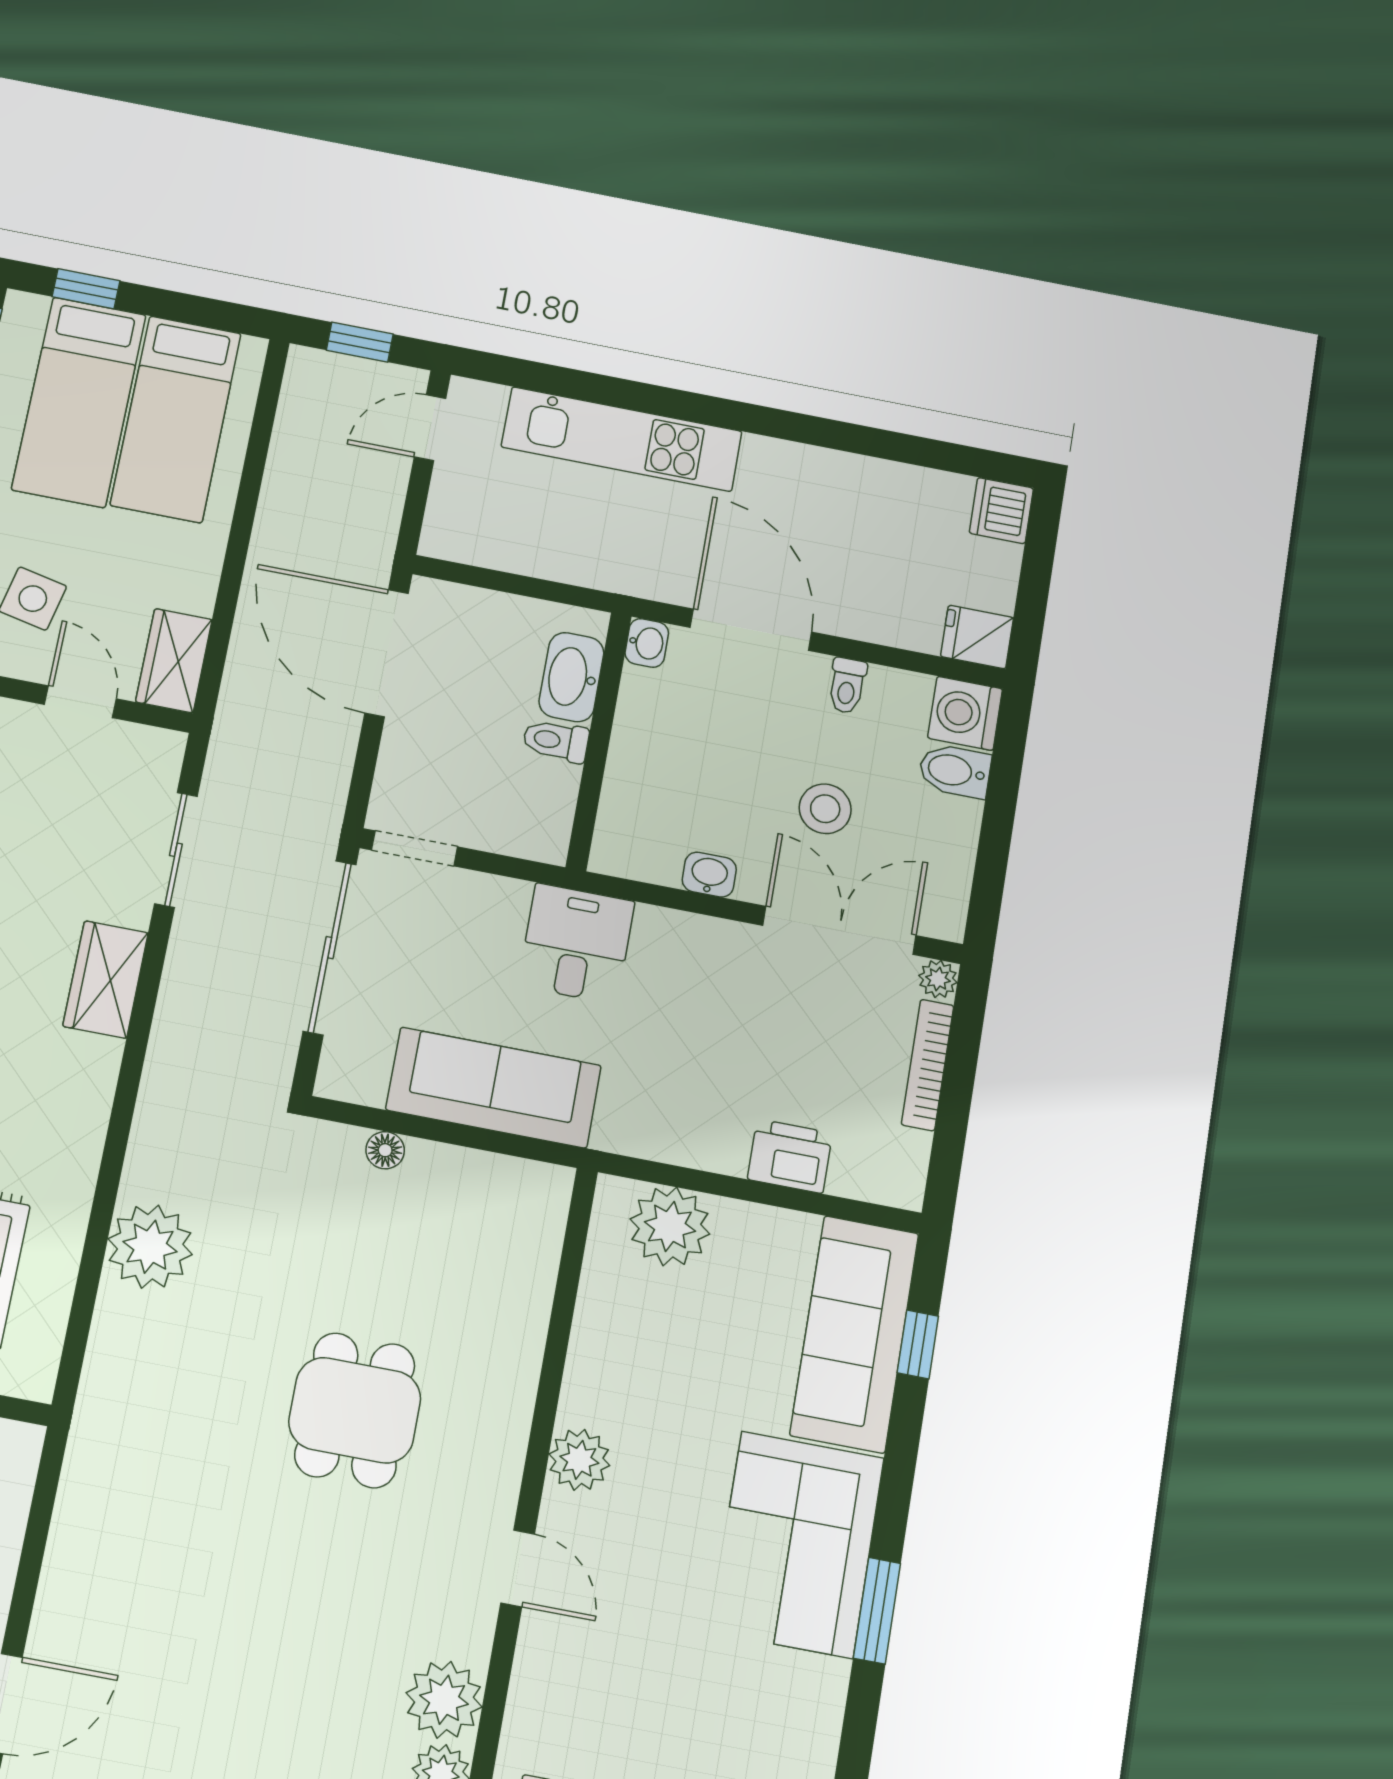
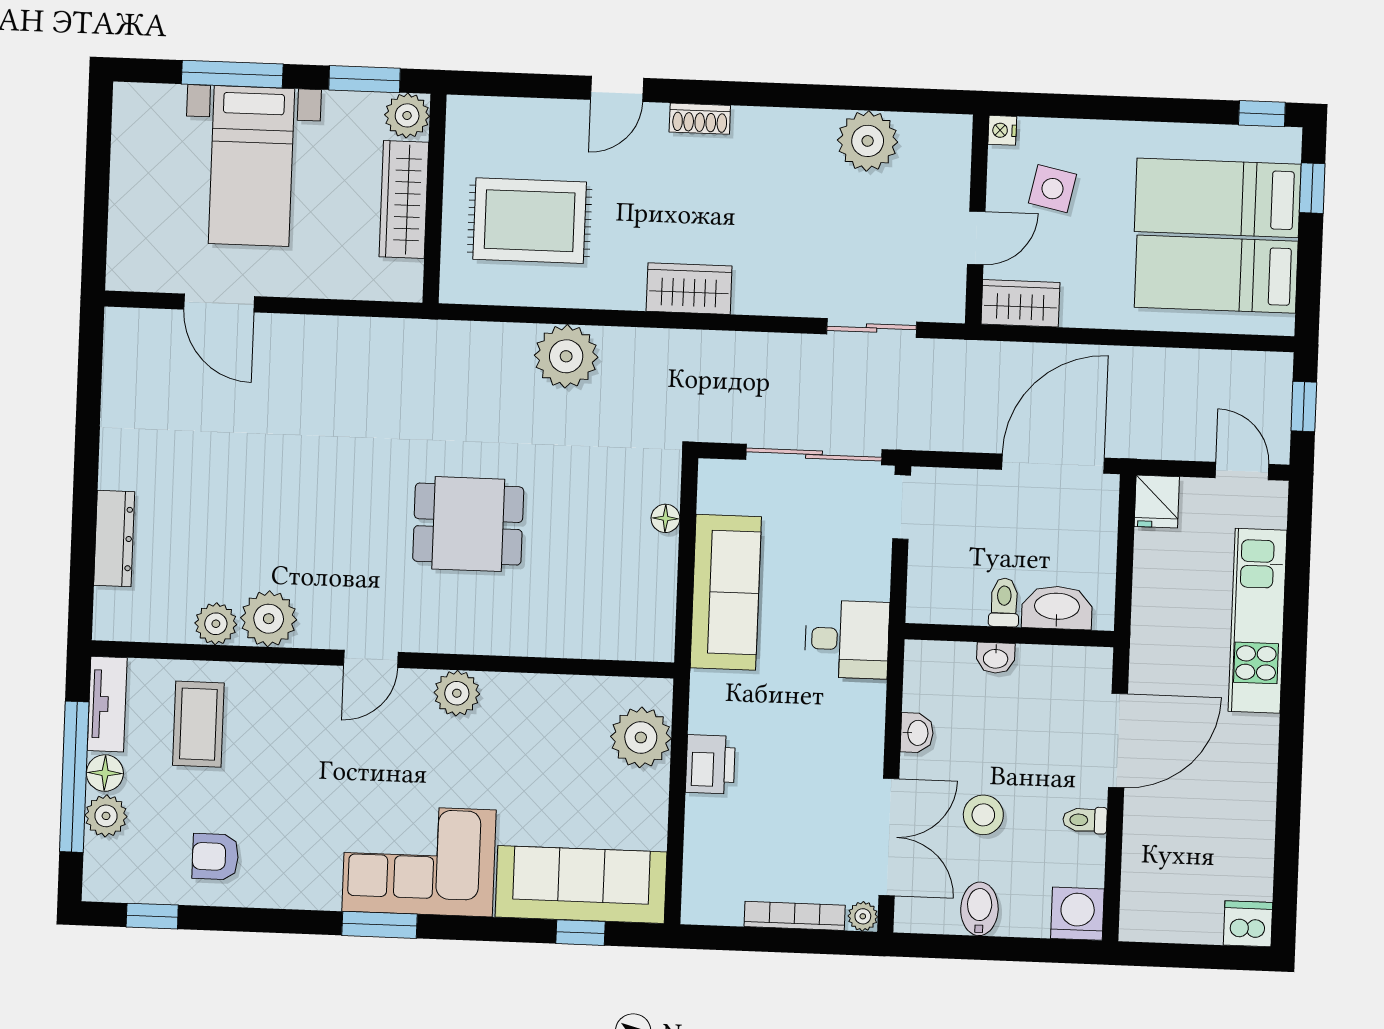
fridge: (977, 637) -> (1157, 502), moved, turned 180
washbasin: (647, 643) -> (996, 658), moved
bidet: (955, 771) -> (979, 909), moved
wardrobe: (105, 979) -> (689, 289), moved
printer: (790, 1156) -> (710, 764), moved

